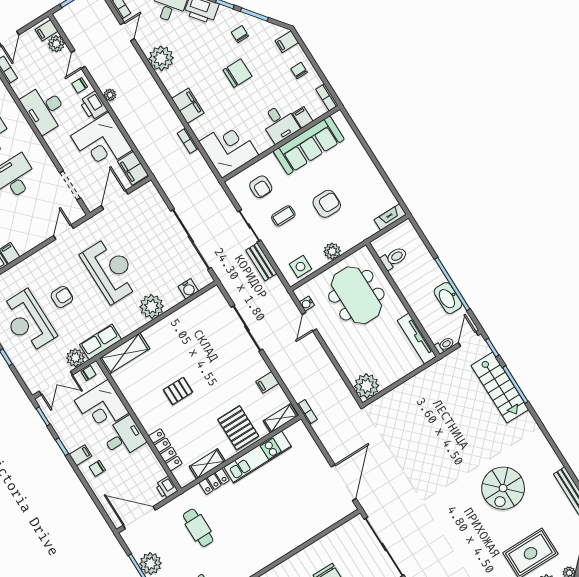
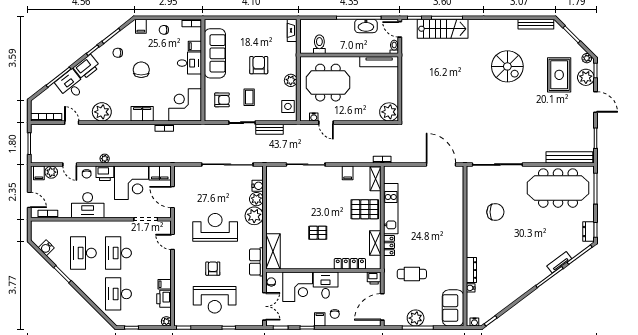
plant: (76, 358) -> (256, 199), moved
pallet: (178, 391) -> (318, 233), turned 90

